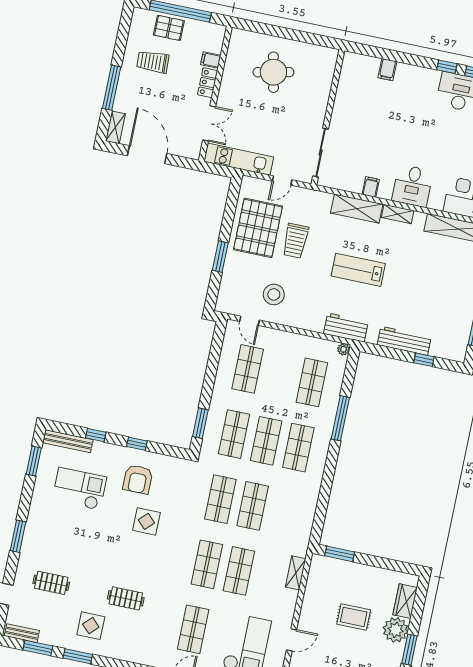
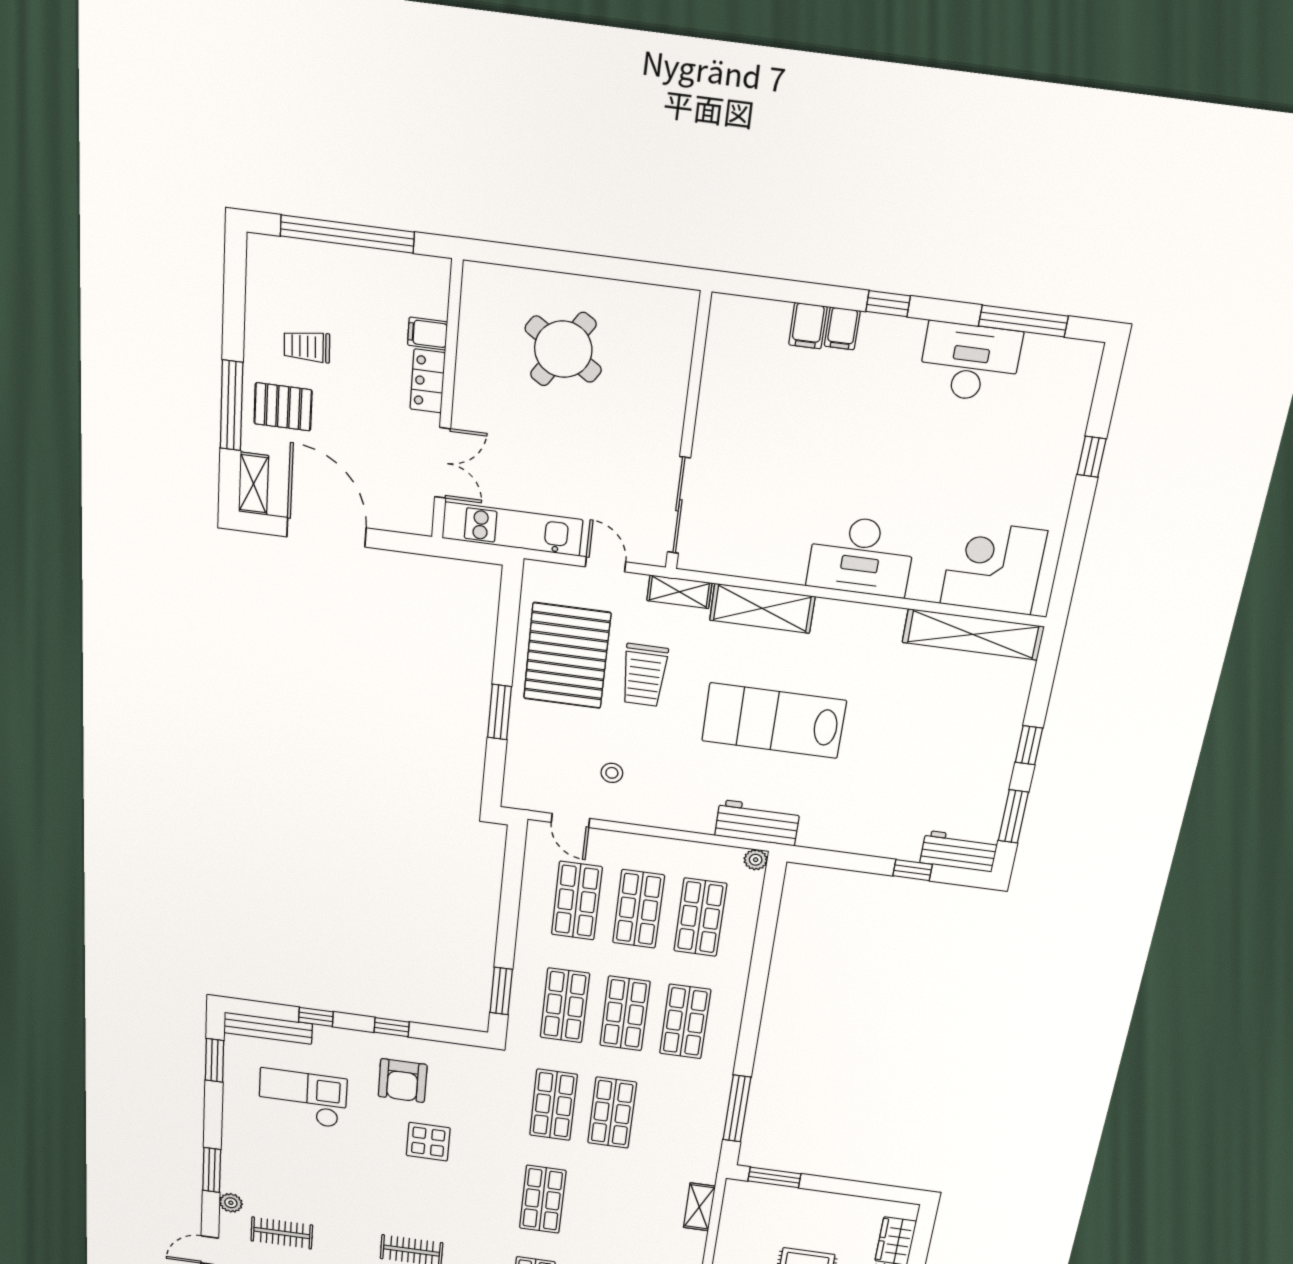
pallet: (169, 28) -> (283, 407), moved
trolley: (153, 62) -> (307, 346), width x0.73, depth x0.72
window: (447, 67) -> (888, 304), moved
round table: (273, 72) -> (563, 349), turned 45
door: (282, 180) -> (605, 564), swing flipped
desk: (412, 186) -> (861, 556), width x1.37
filing cabinet: (371, 187) -> (842, 328), moved, turned 180
shelving: (398, 214) -> (679, 592), moved
lab bench: (358, 270) -> (774, 721), width x1.36, depth x1.39
stool: (274, 294) -> (612, 773), width x0.53, depth x0.53
workbench: (404, 341) -> (959, 851), moved, width x0.73
window: (340, 418) -> (737, 1109), moved
plant: (25, 560) -> (231, 1203), added
shop shelf: (239, 571) -> (639, 909), moved

